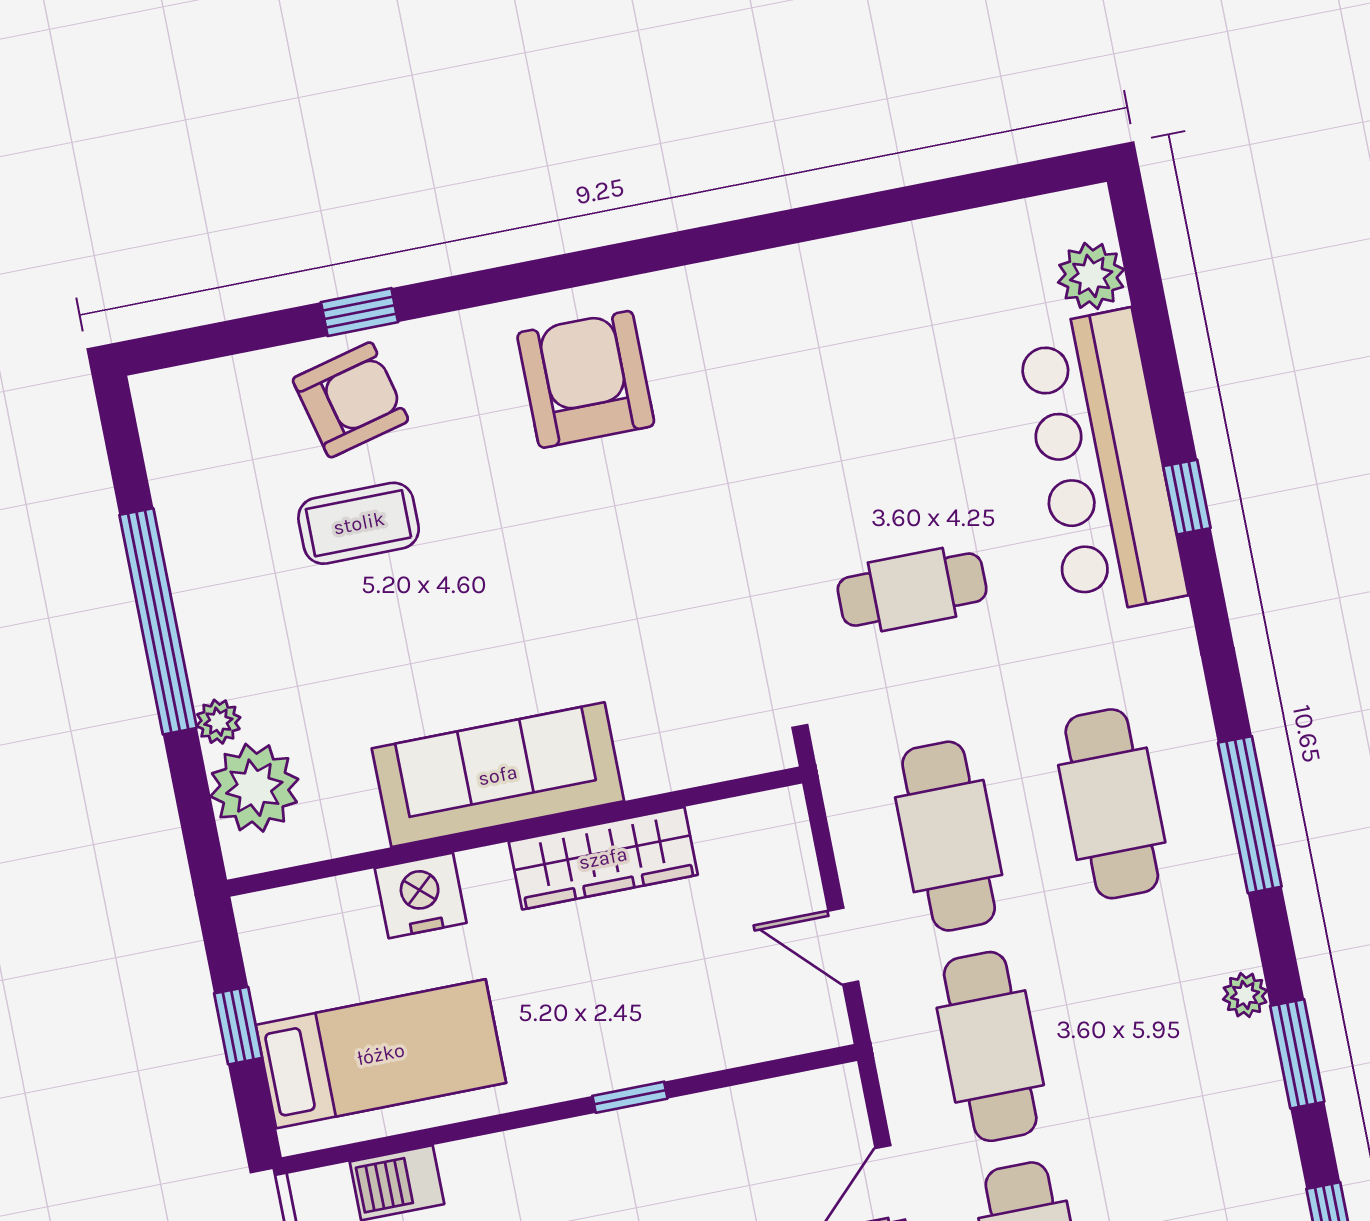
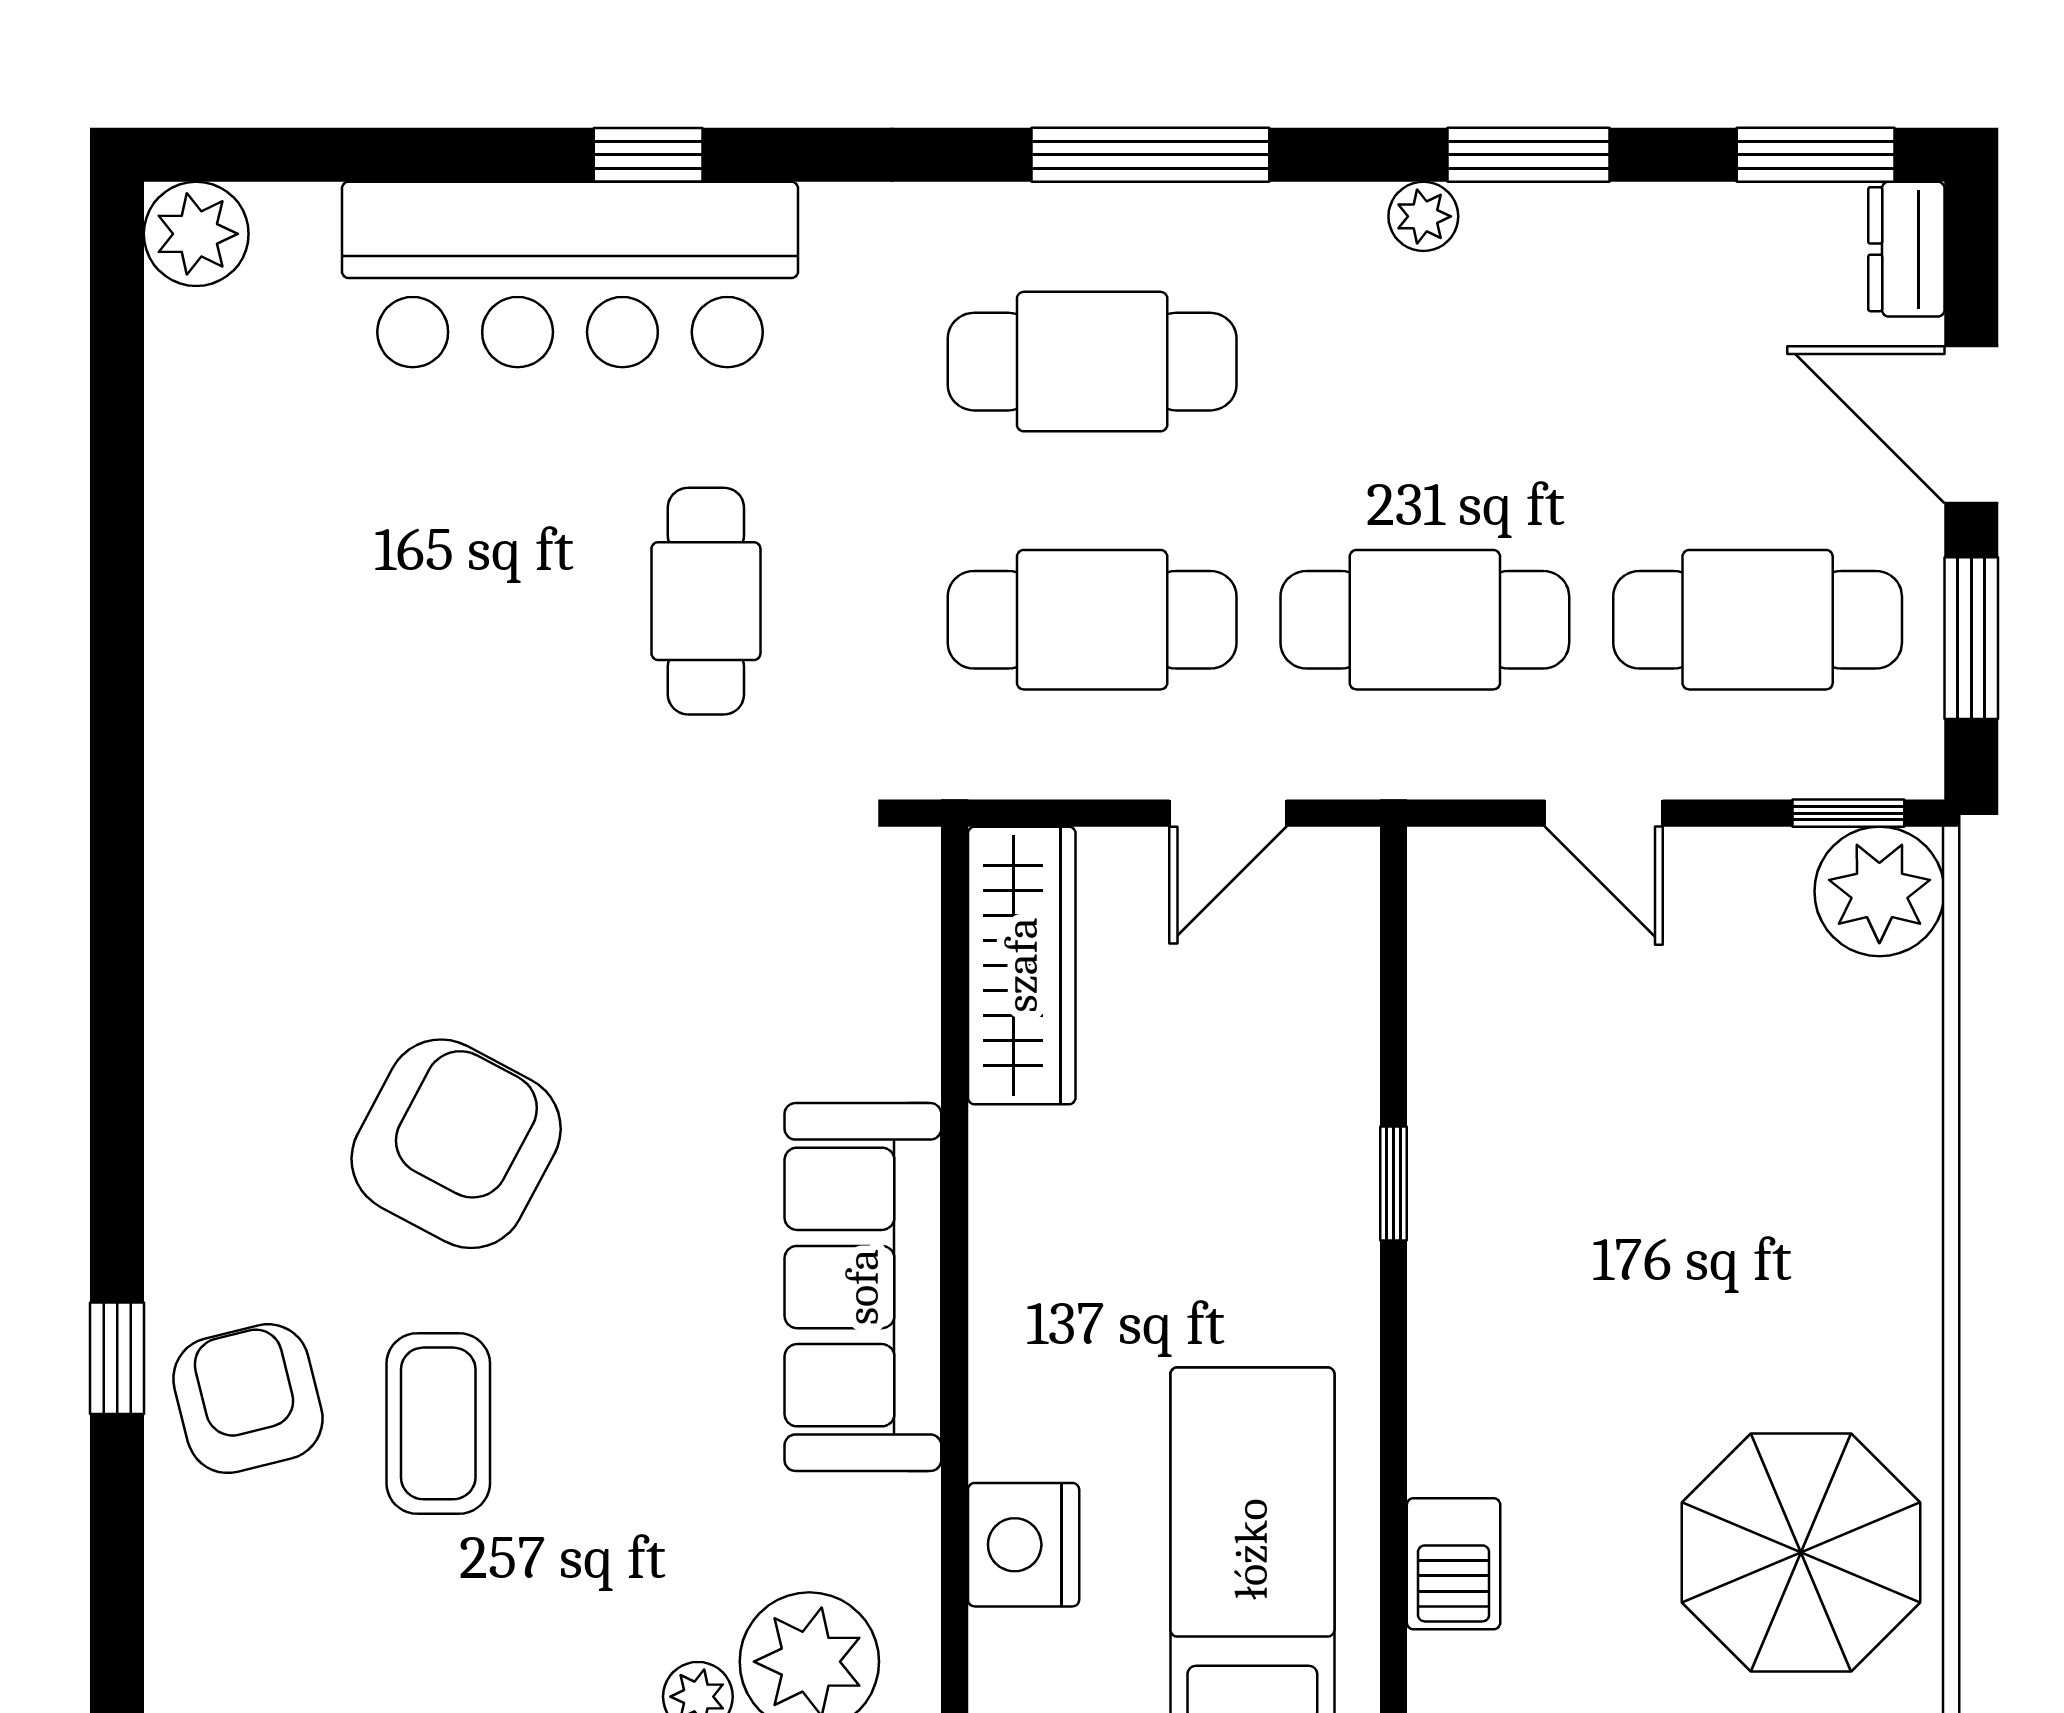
plant: (1091, 276) -> (196, 234), moved
armchair: (586, 379) -> (456, 1144), moved, turned 118
wardrobe: (603, 858) -> (1022, 965), moved
nightstand: (421, 896) -> (1024, 1545), moved

